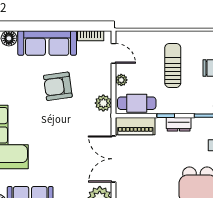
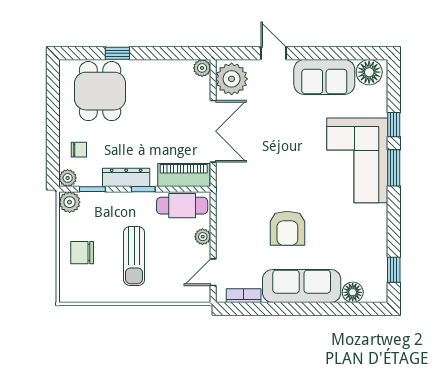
door: (113, 53) -> (213, 272), hinge flipped
armchair: (58, 86) -> (287, 228), turned 98
plant: (103, 103) -> (227, 206), removed
dresser: (179, 124) -> (126, 177), width x1.44

